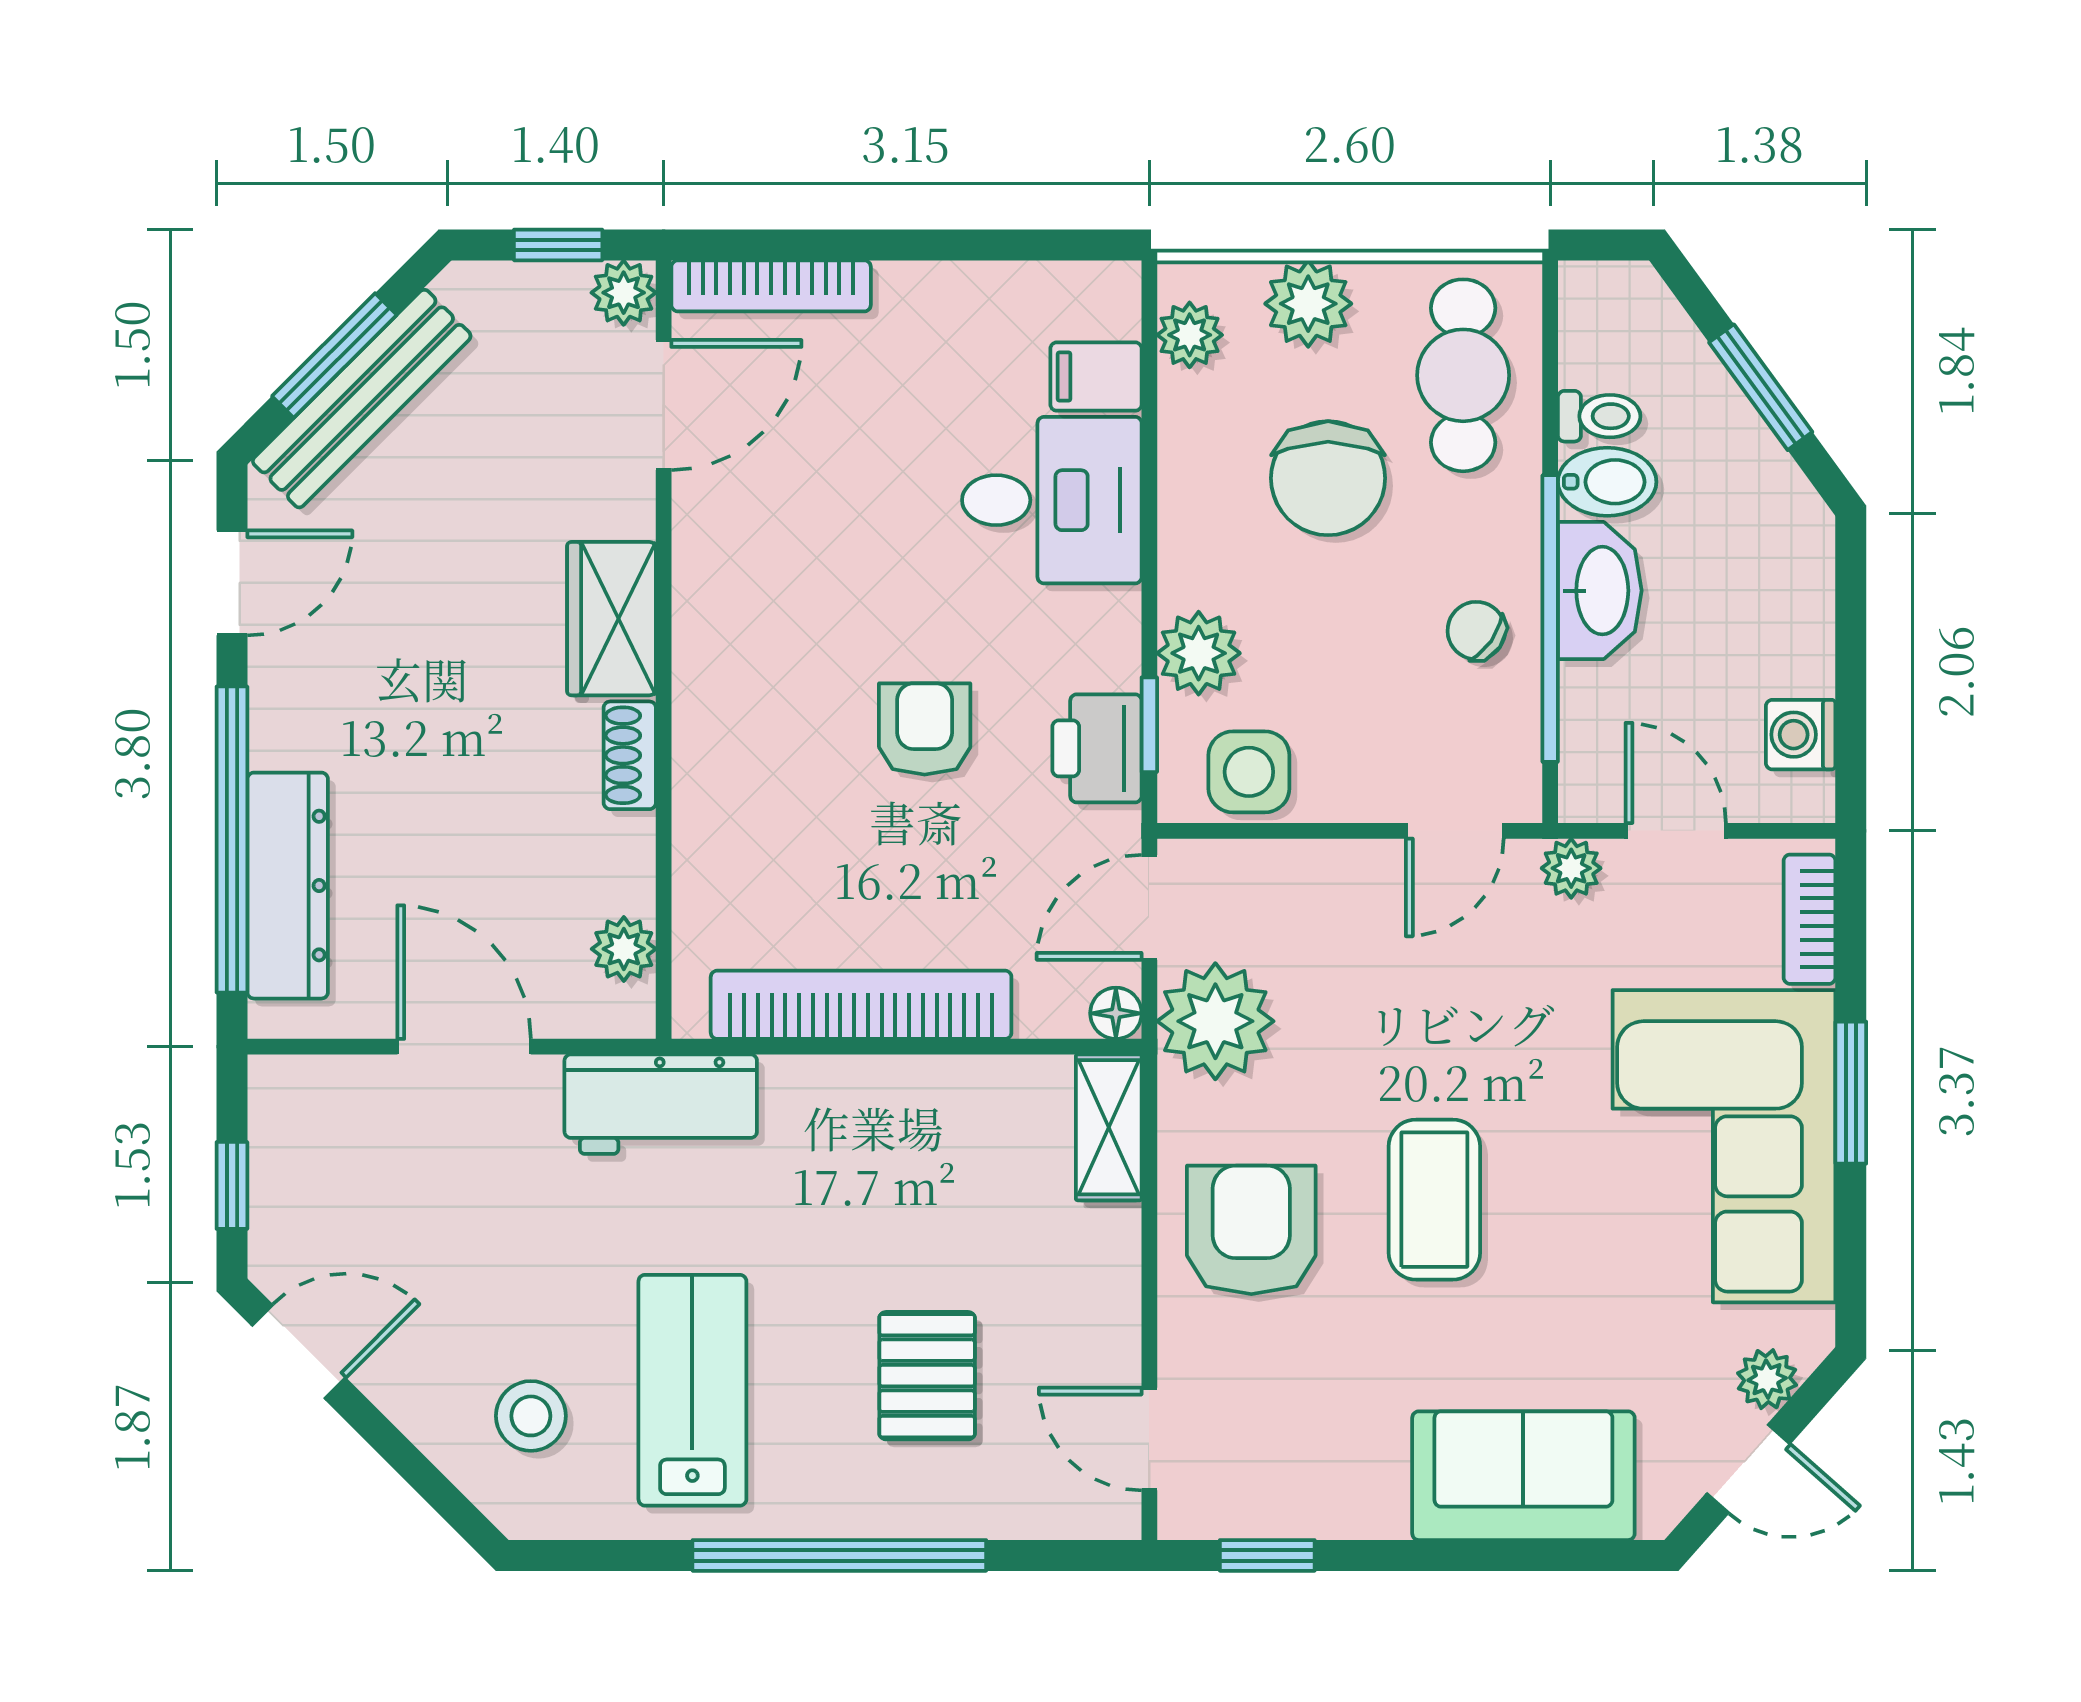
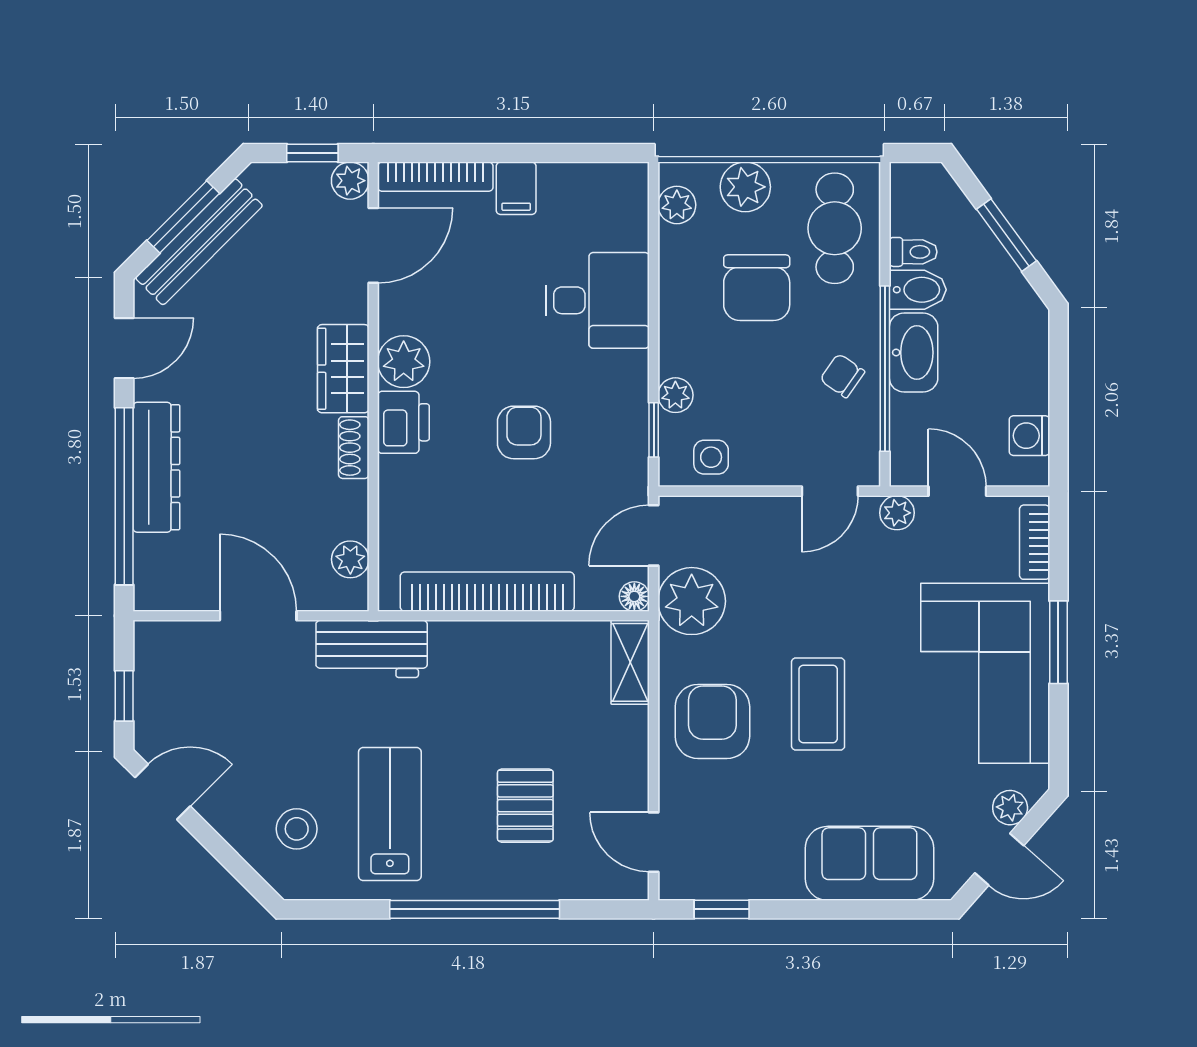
filing cabinet: (1096, 377) -> (516, 188), moved, turned -90
plant: (716, 606) -> (404, 362), added
plant: (1199, 653) -> (675, 395), width x0.73, depth x0.73
printer: (1097, 748) -> (403, 422), moved, turned 180
side table: (1249, 772) -> (711, 457), width x0.73, depth x0.73
dresser: (288, 886) -> (156, 467), moved

